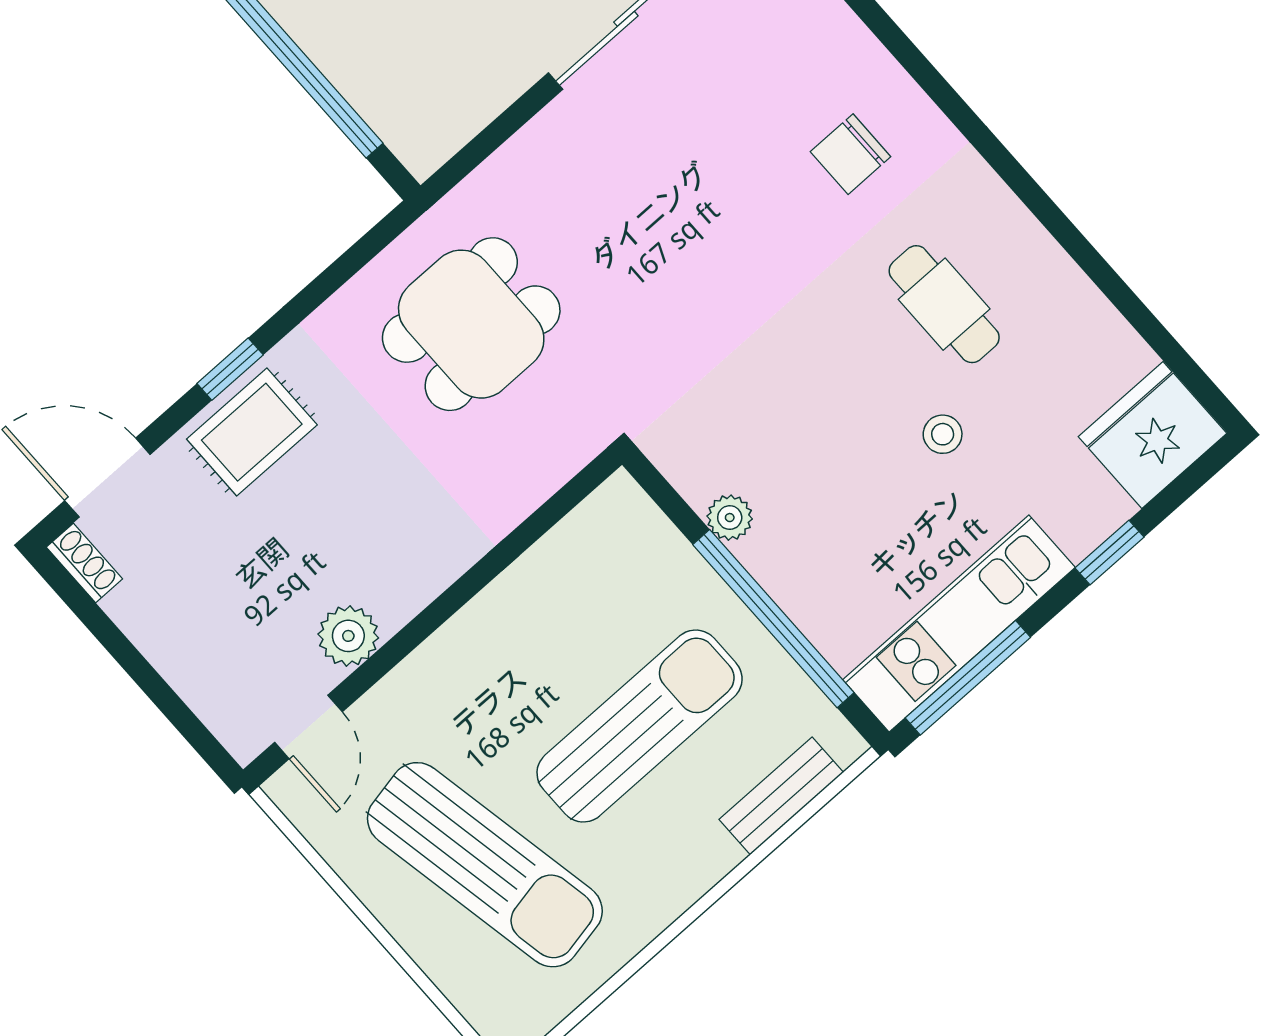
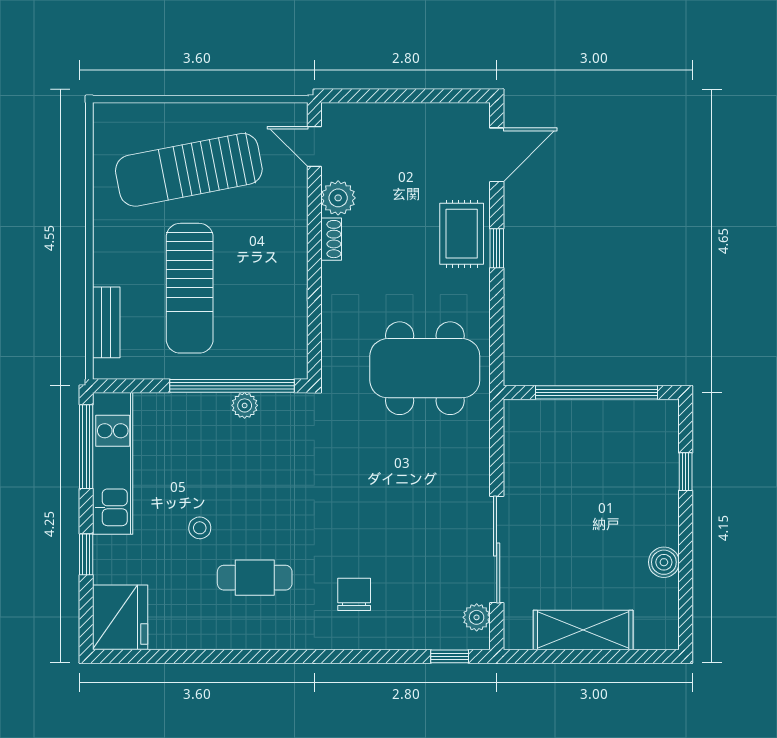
dining table: (471, 324) -> (425, 368), width x1.37
shoe rack: (84, 563) -> (331, 239), moved, turned -90
window: (773, 619) -> (232, 386), moved

